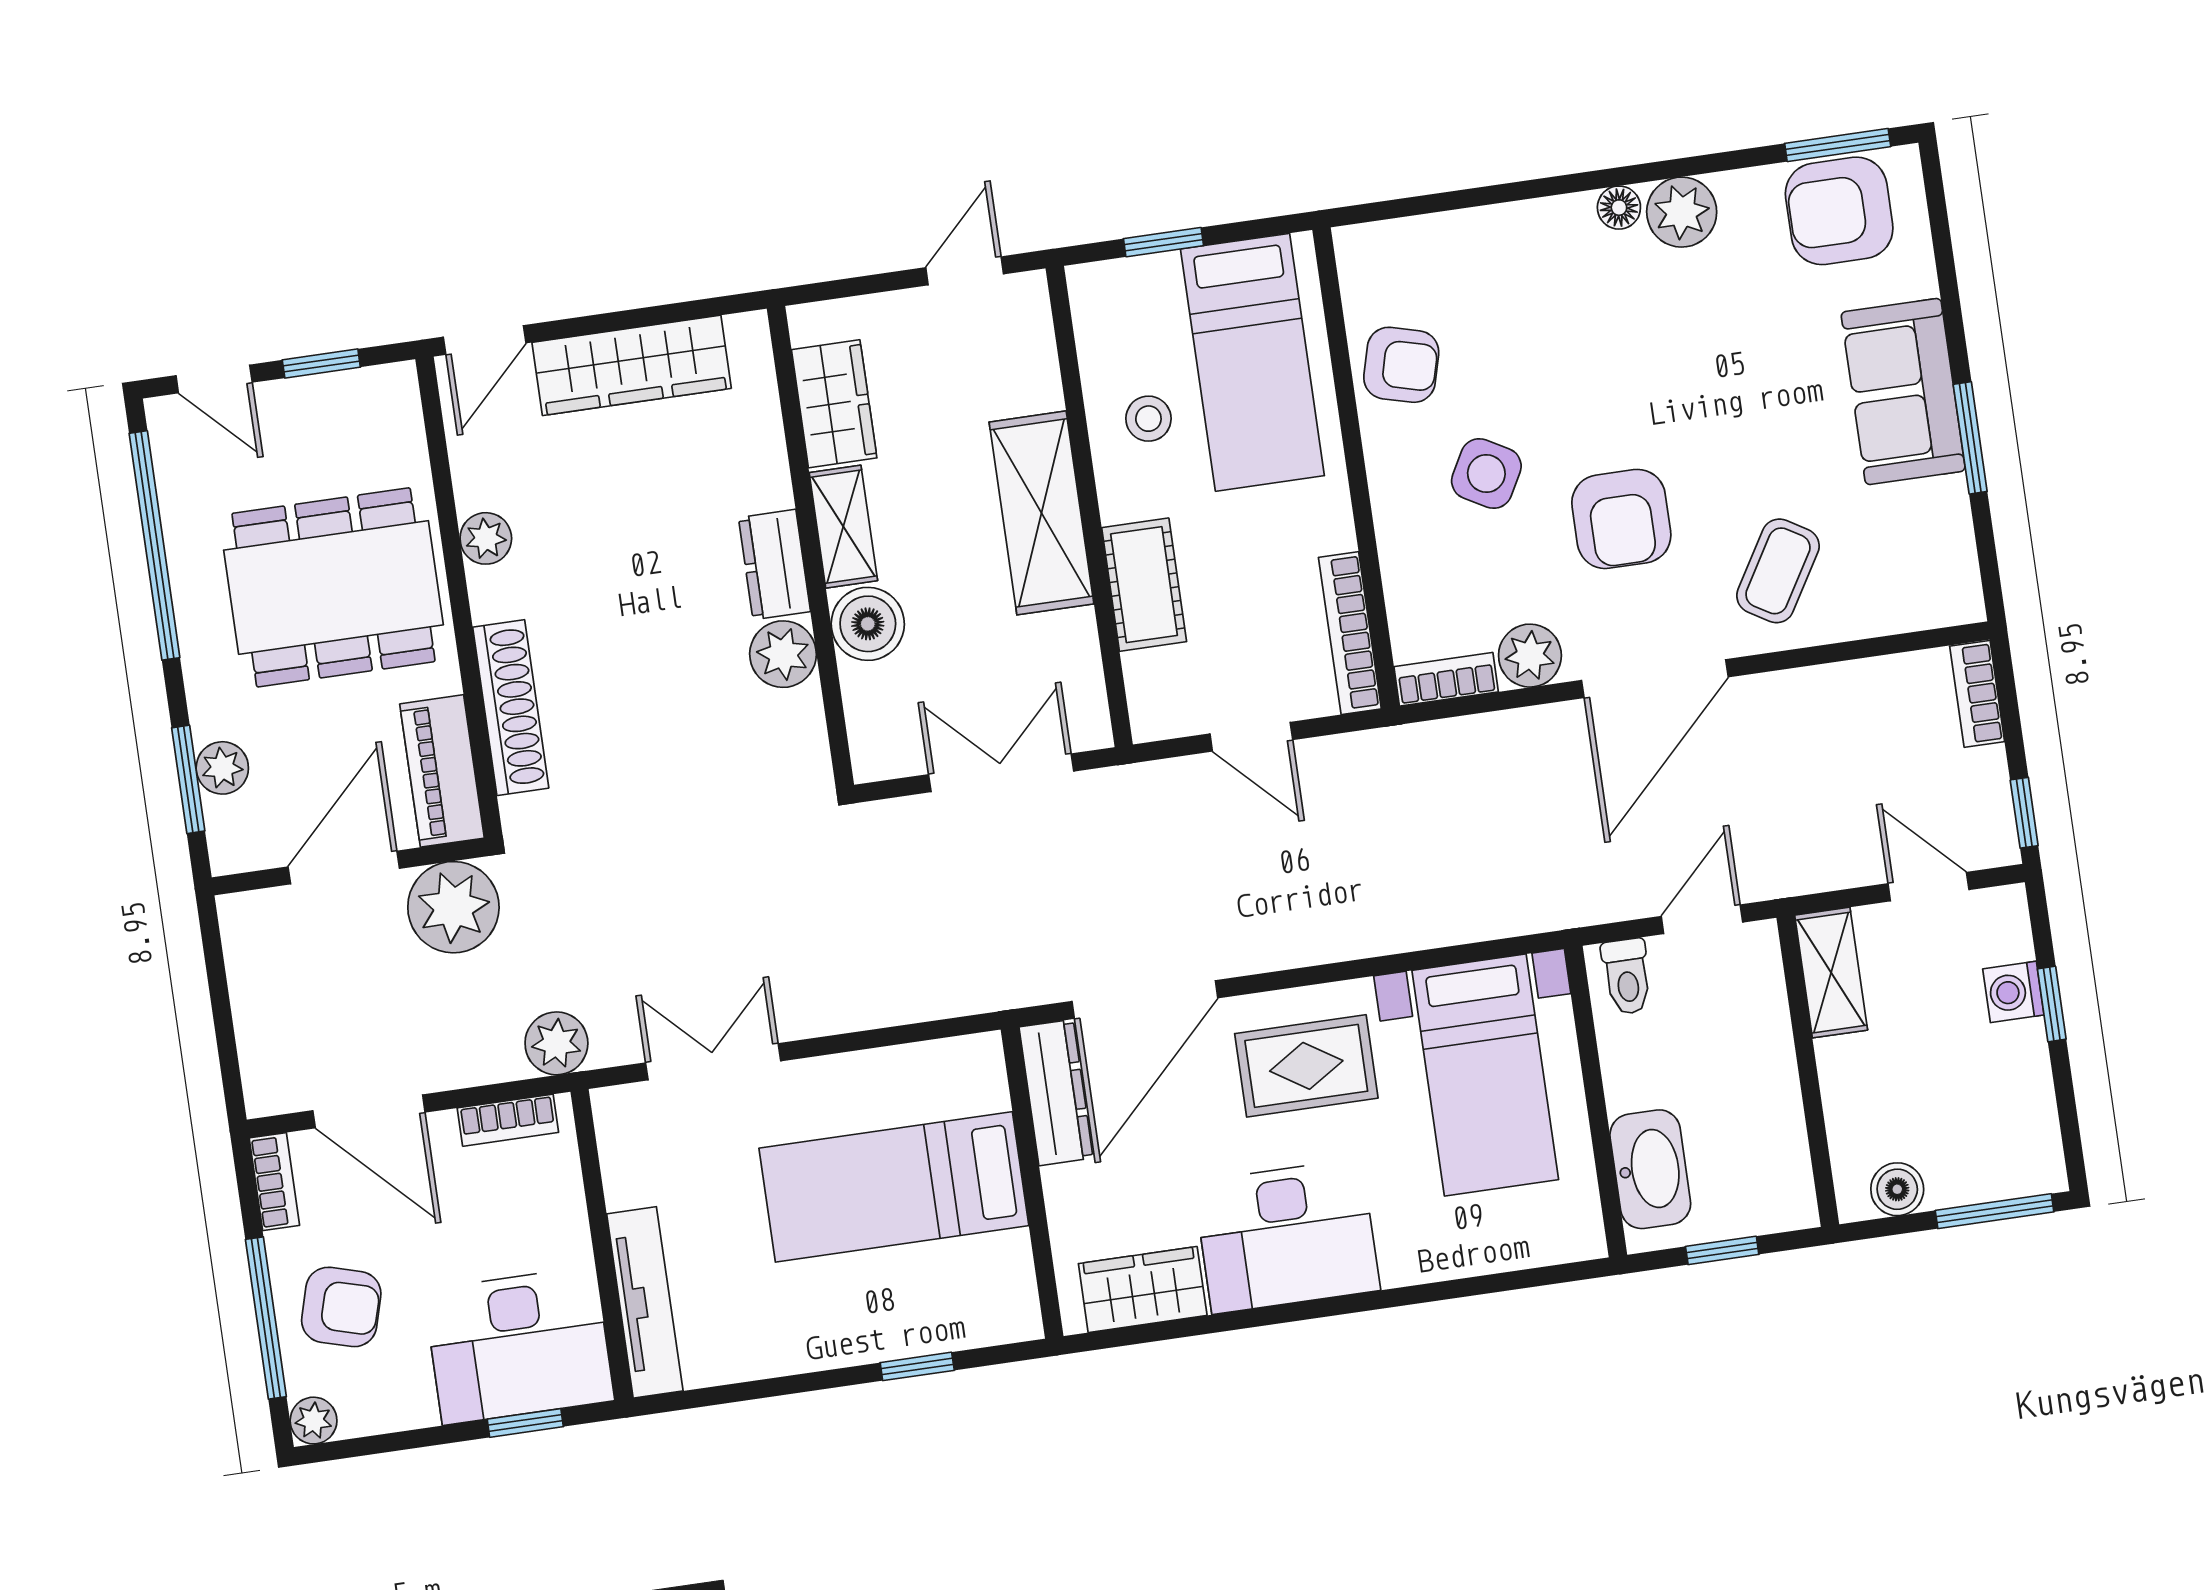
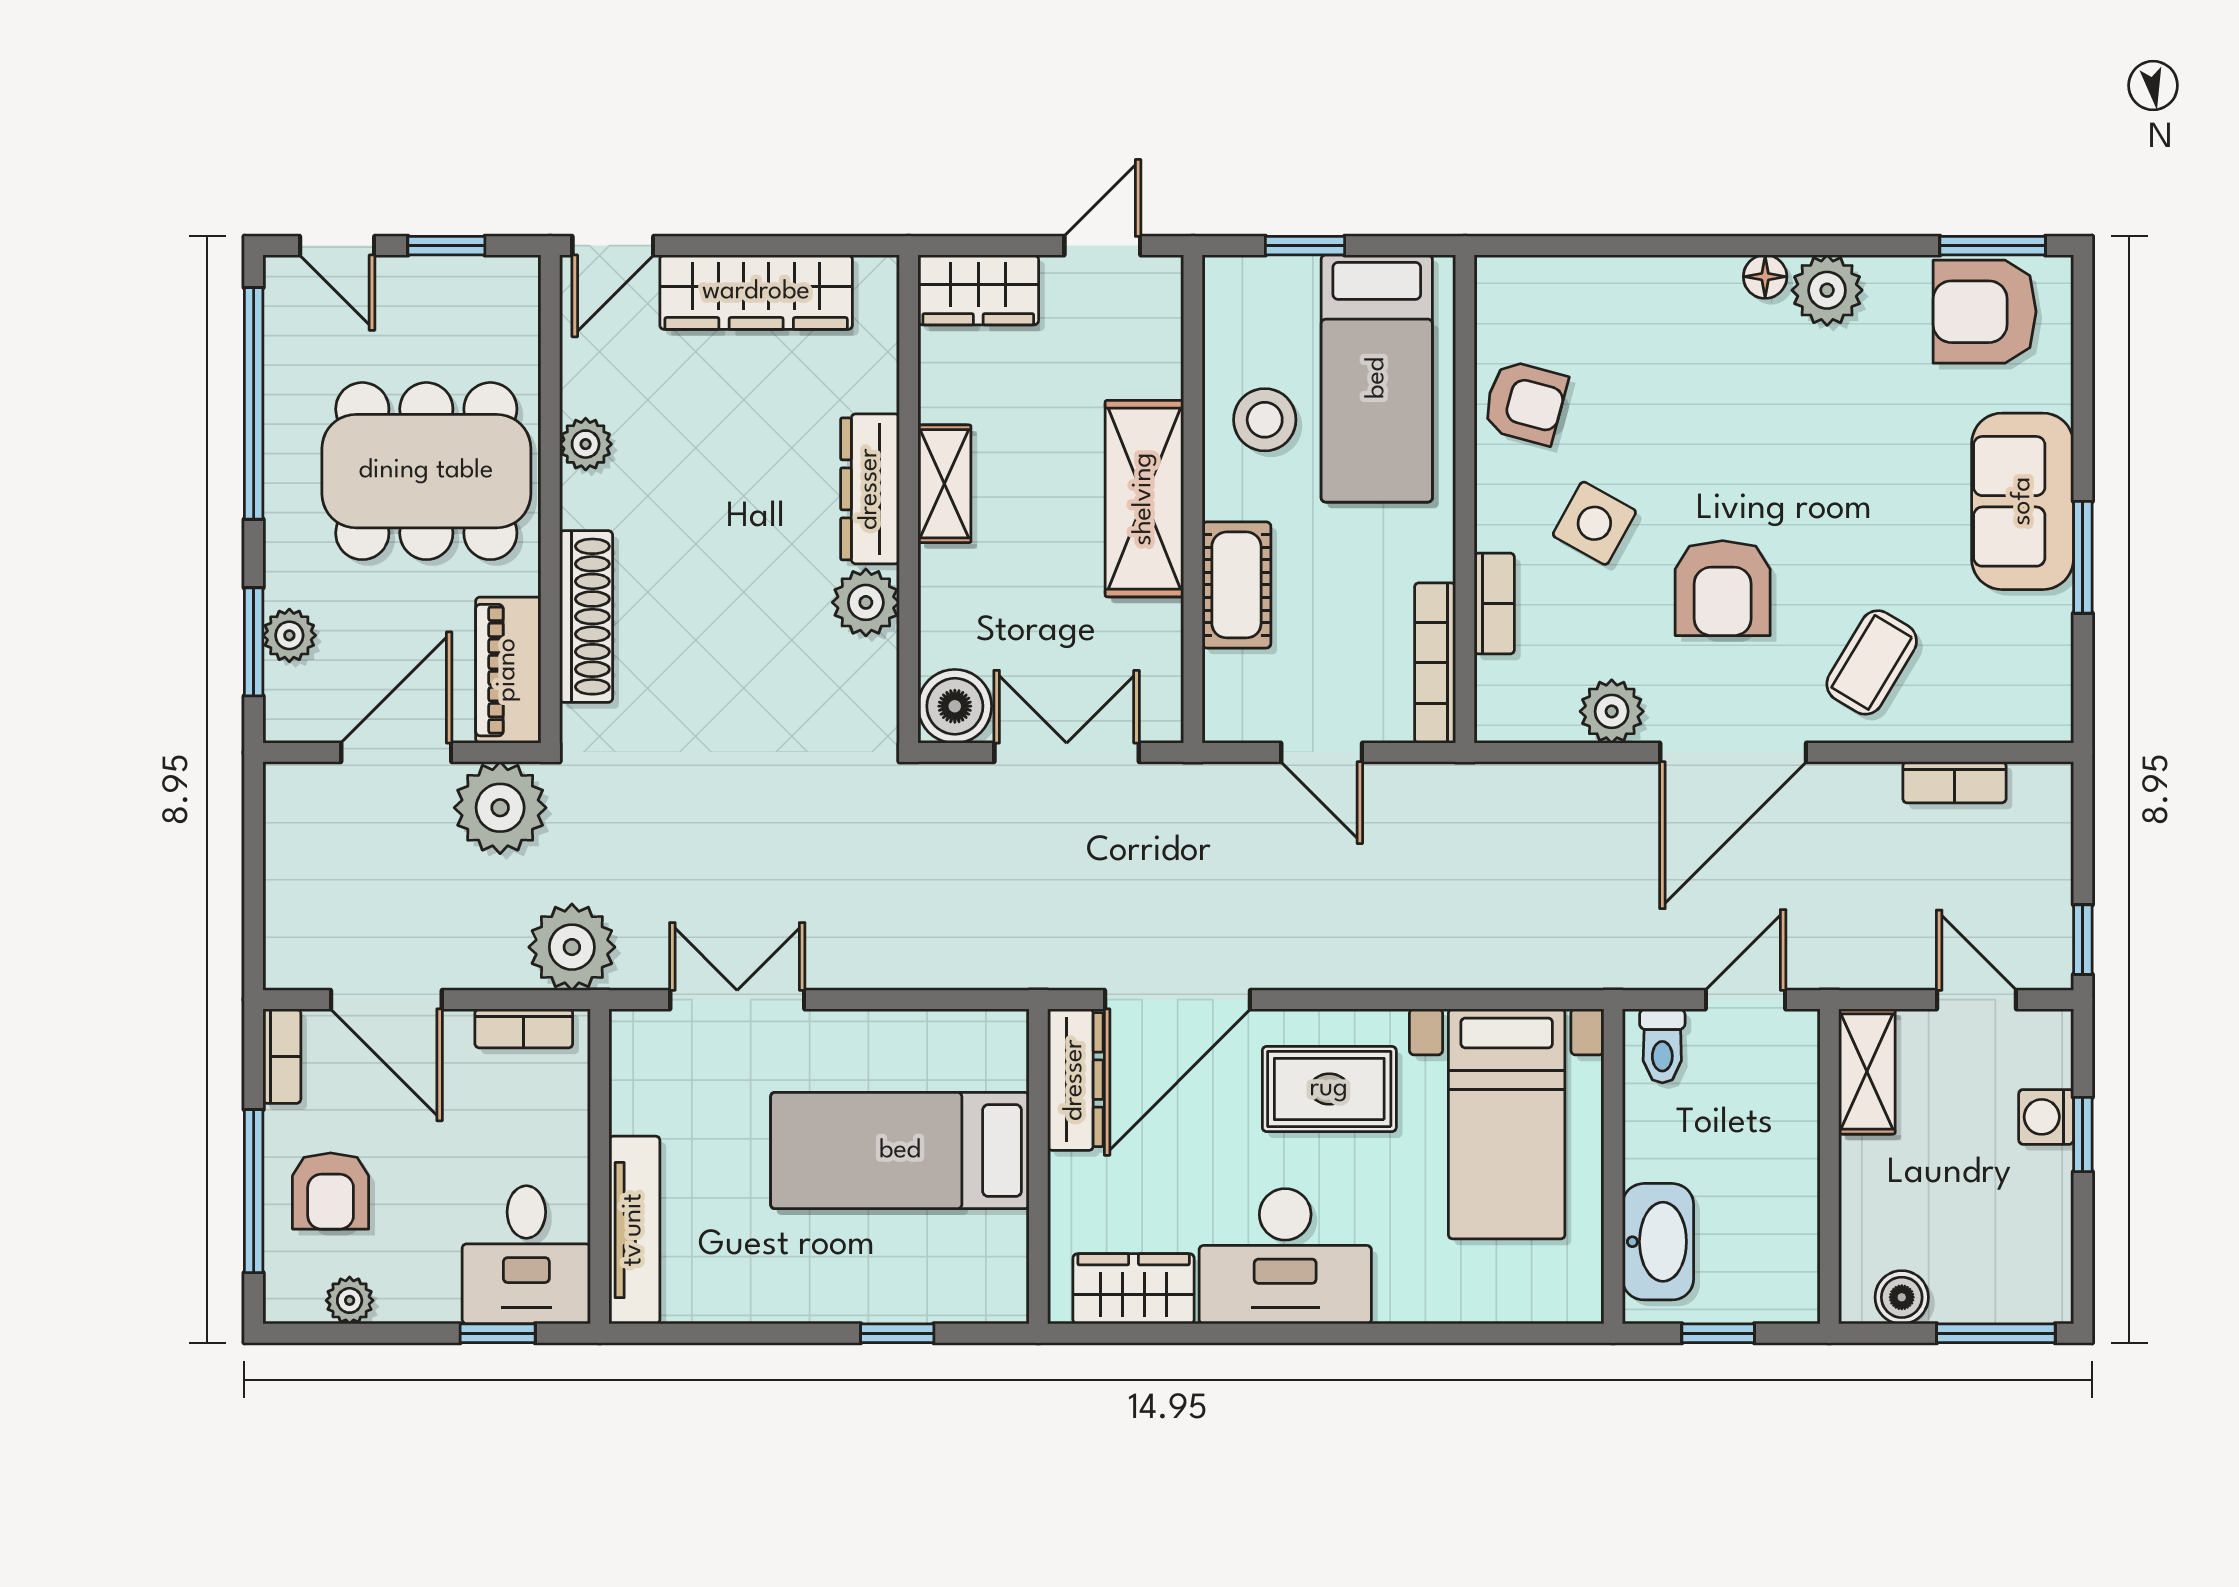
wardrobe: (834, 404) -> (978, 290), moved, turned 90
stool: (1148, 419) -> (1265, 420), width x1.37, depth x1.37
dresser: (774, 565) -> (870, 489), width x1.44
boiler: (868, 624) -> (955, 706), moved
bookcase: (1446, 679) -> (1494, 604), moved, turned 90
bookcase: (1977, 694) -> (1954, 782), moved, turned -90
plant: (556, 1043) -> (572, 947), width x1.36, depth x1.36
armchair: (341, 1307) -> (331, 1191), turned 74
desk: (519, 1345) -> (526, 1255), width x0.73
plant: (314, 1421) -> (350, 1300), moved

